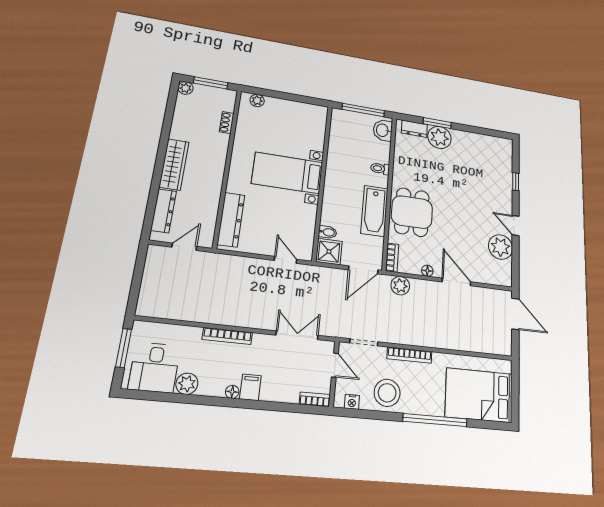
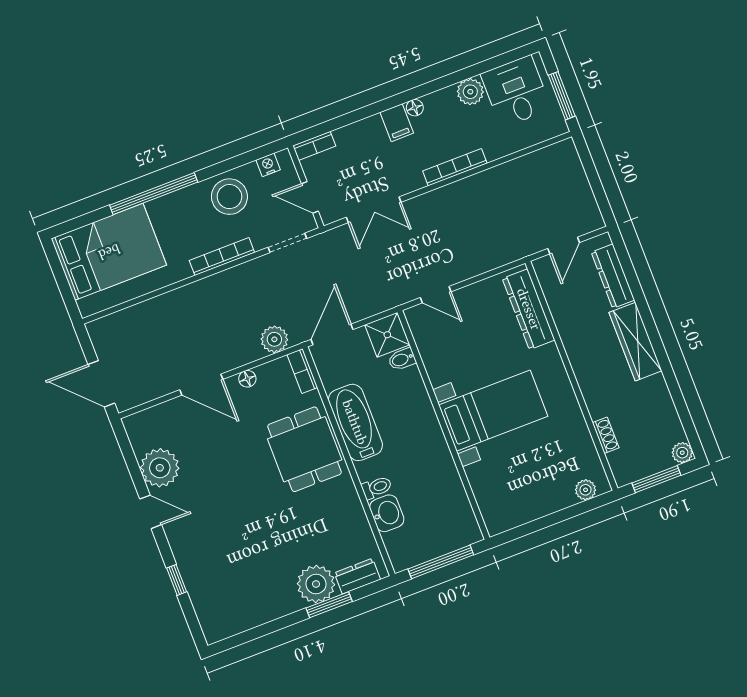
washbasin: (383, 130) -> (387, 513), moved

